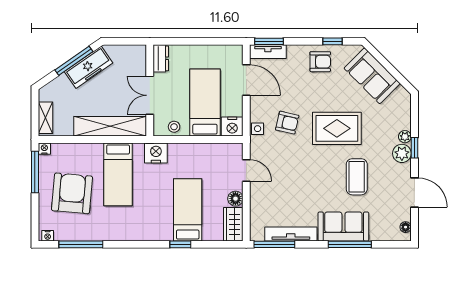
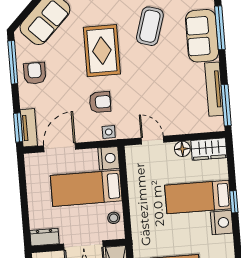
window: (333, 41) -> (13, 62), width x2.17
armchair: (287, 123) -> (100, 102), turned 77
nightstand: (156, 153) -> (222, 223), moved, turned 180
door: (246, 170) -> (152, 140), hinge flipped
coffee table: (357, 177) -> (150, 26), turned -73

